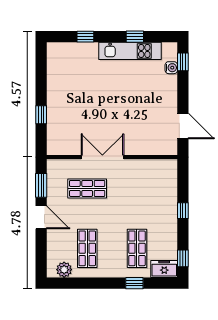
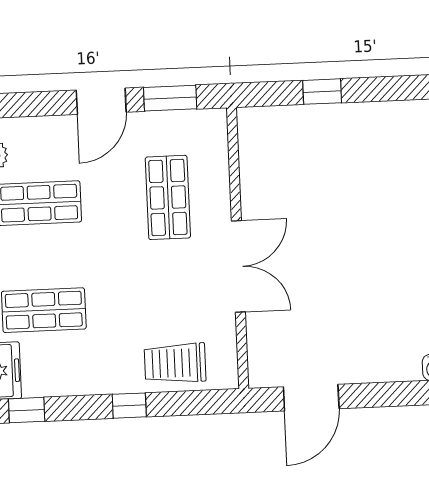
double door: (102, 157) -> (238, 266), moved
trolley: (164, 188) -> (175, 363), added

